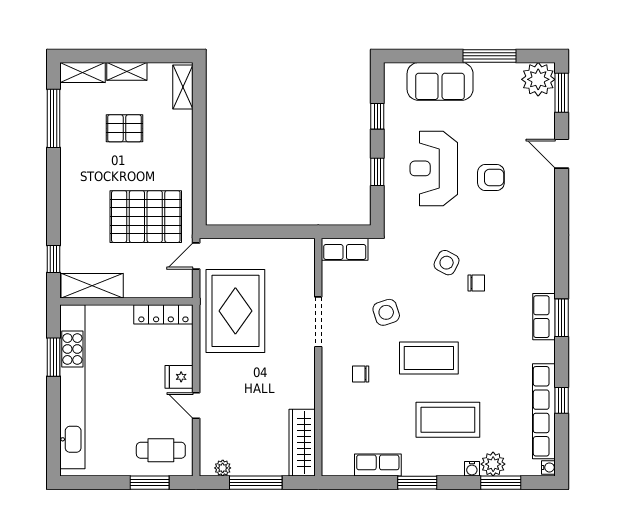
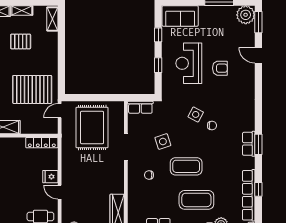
sofa: (440, 81) -> (180, 16), moved
rug: (235, 311) -> (92, 127), moved

